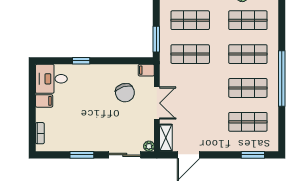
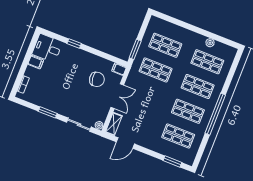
chair: (125, 93) -> (97, 79), turned -81

